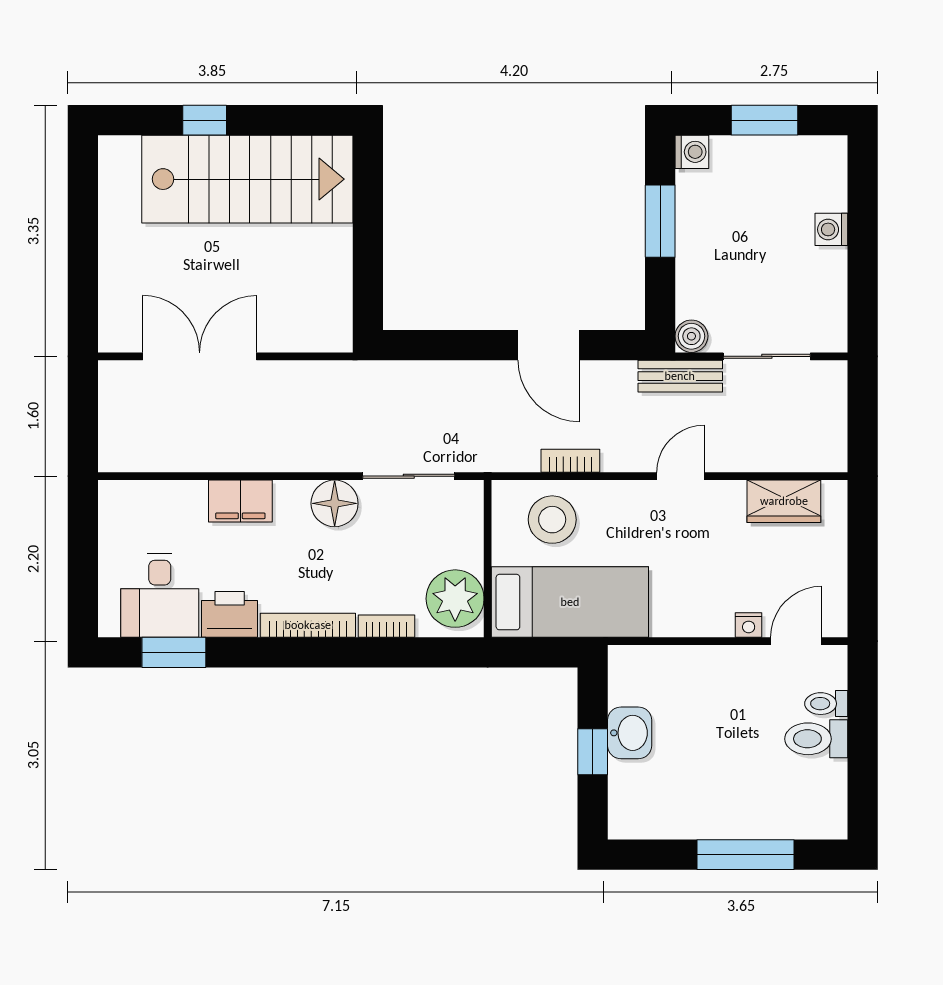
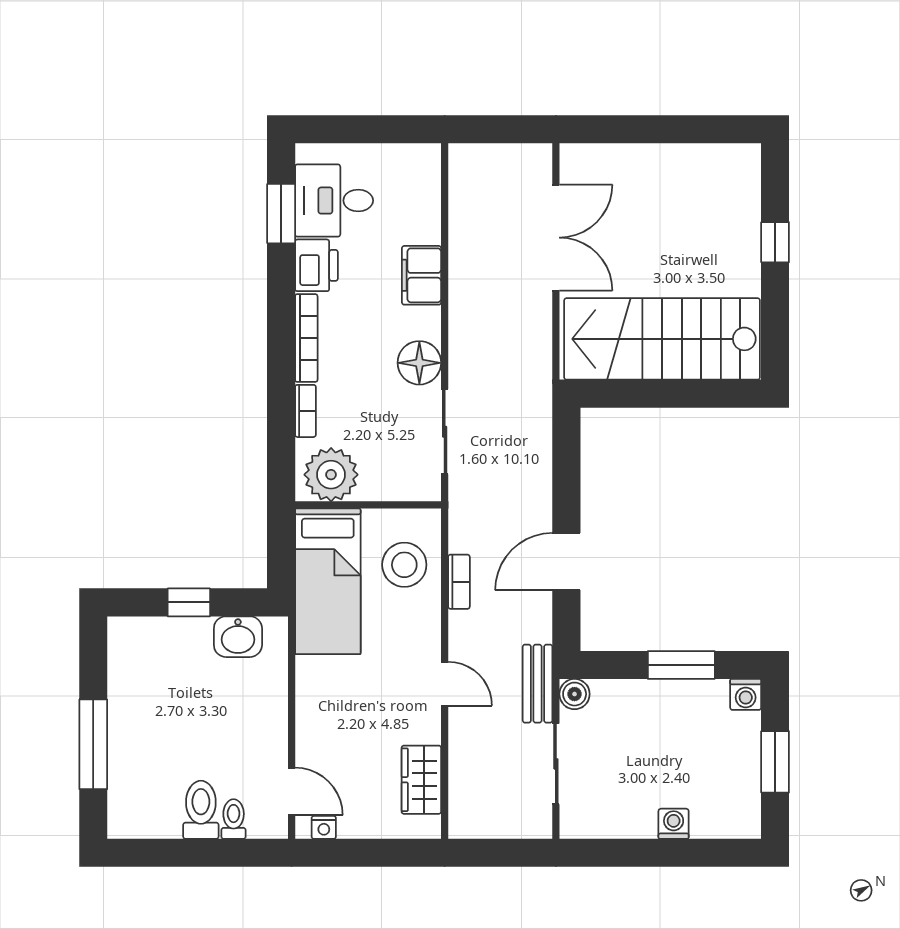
stairs: (247, 179) -> (662, 339), moved, turned 90
nightstand: (749, 625) -> (324, 827), moved, turned -90
washbasin: (630, 733) -> (238, 637), moved

